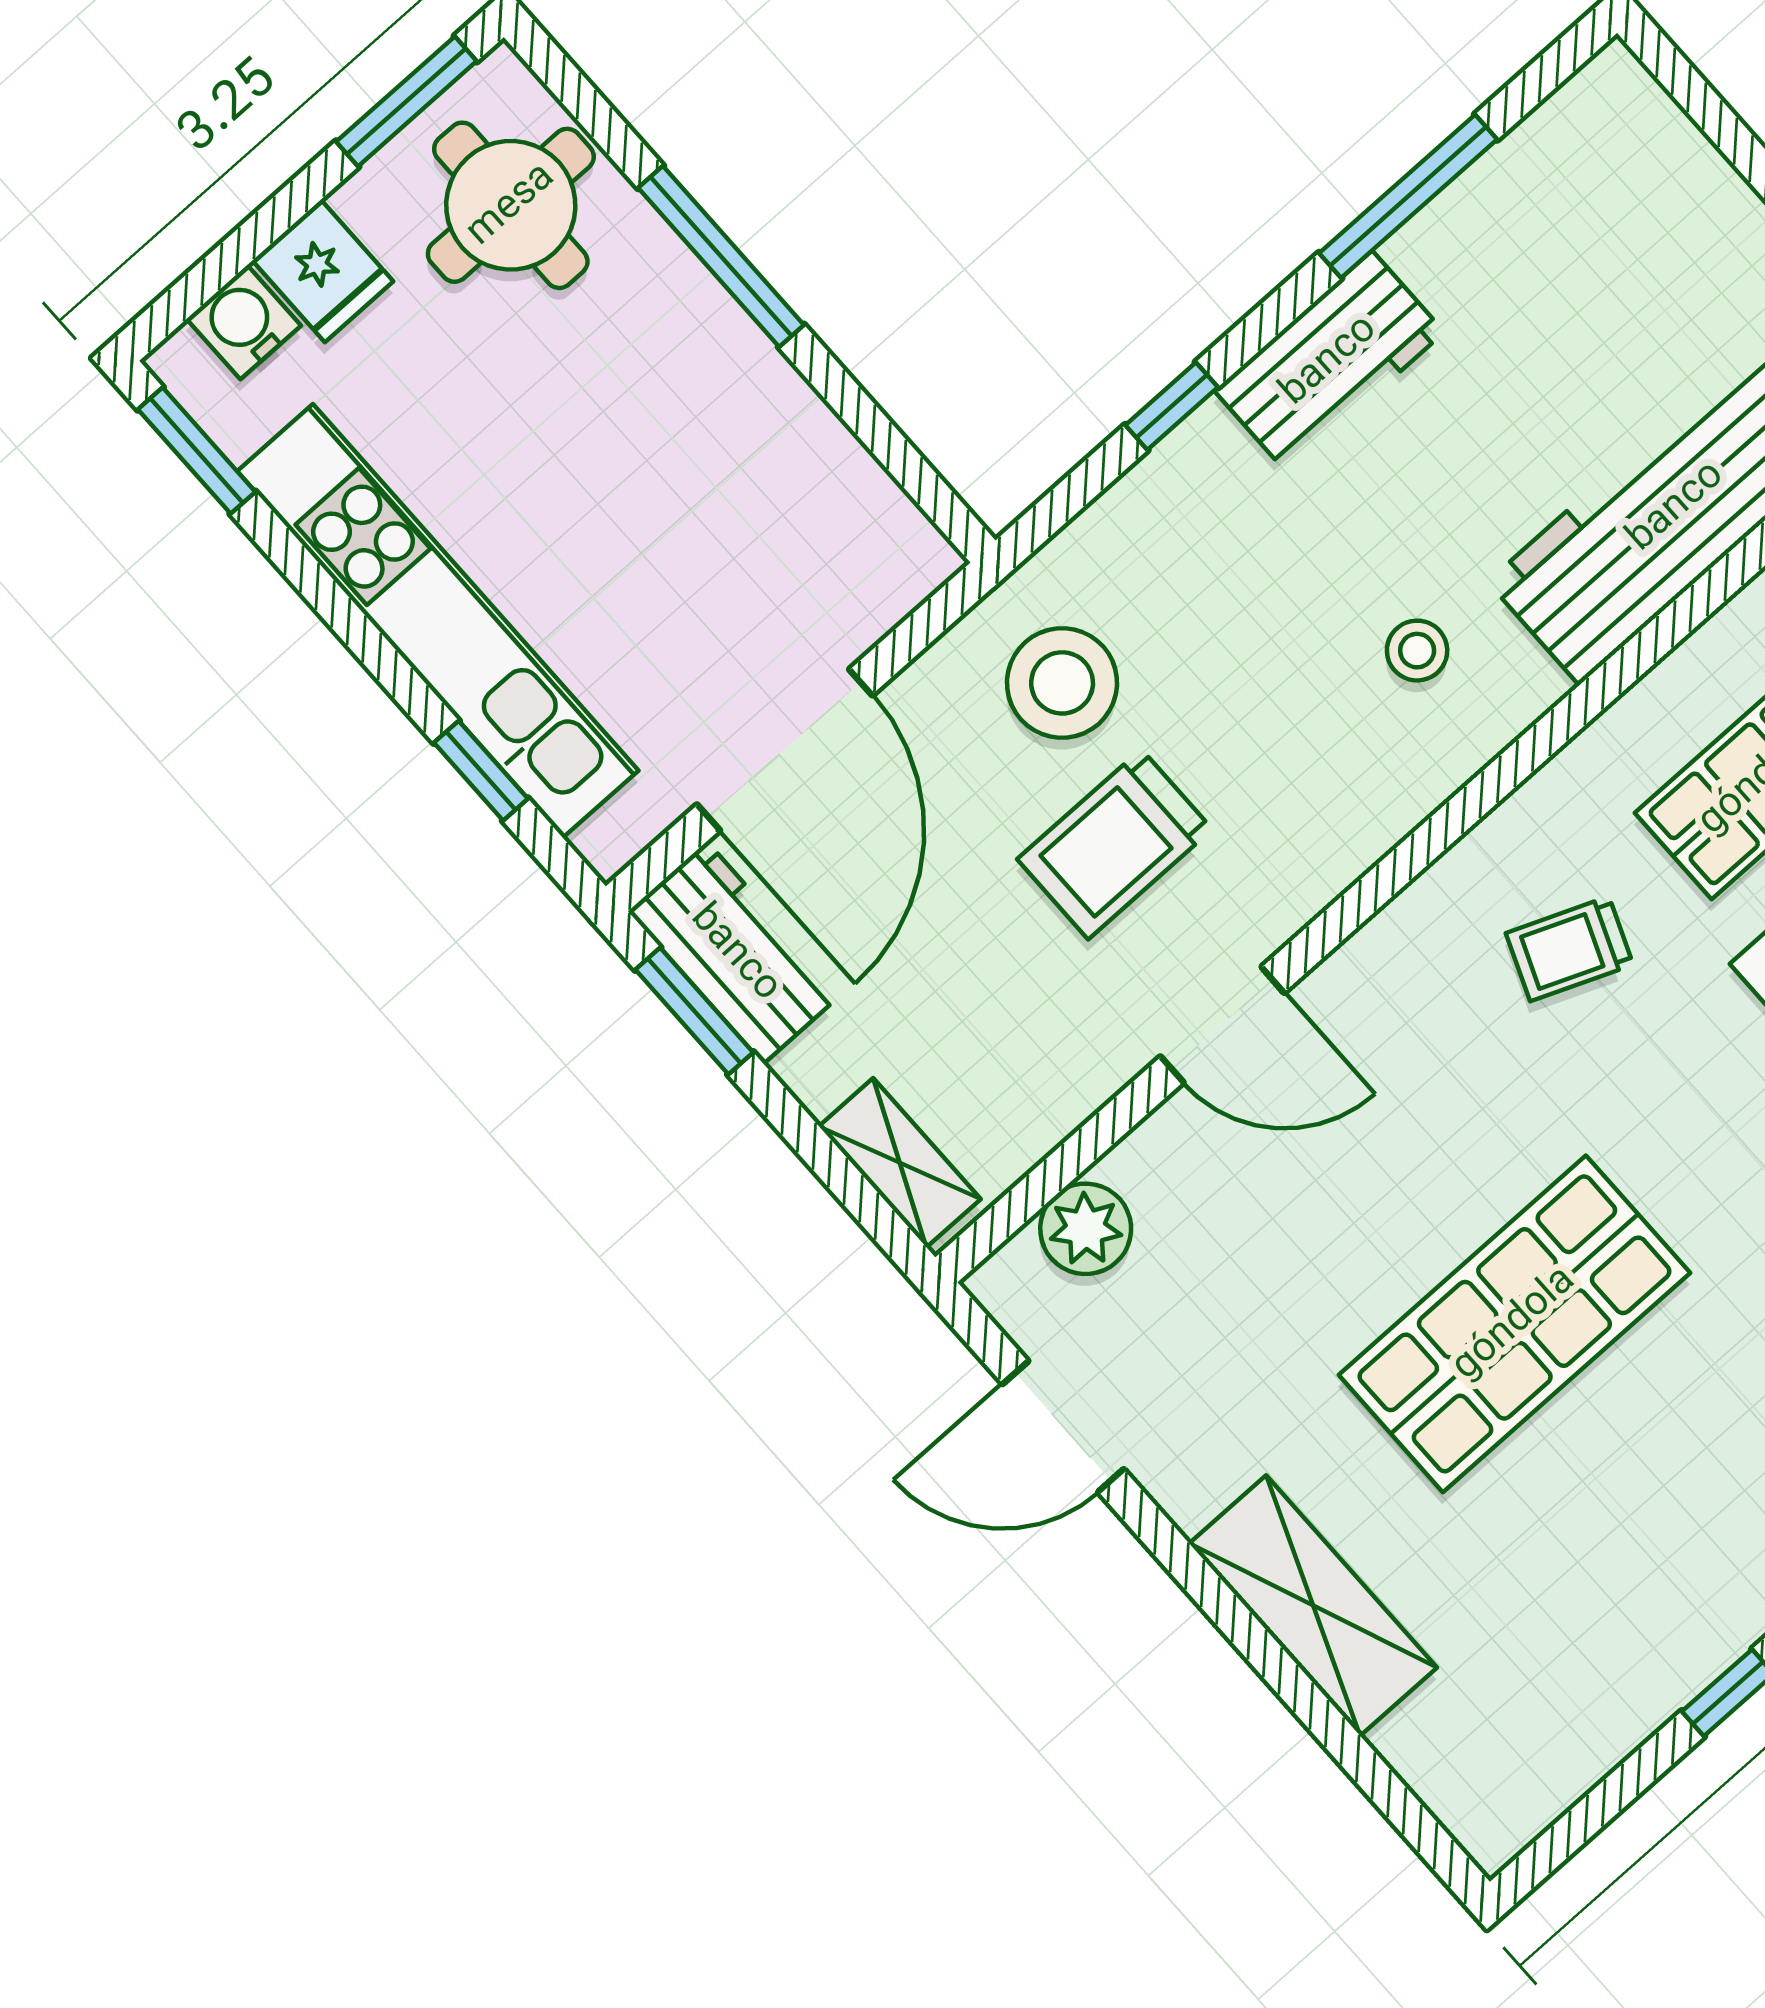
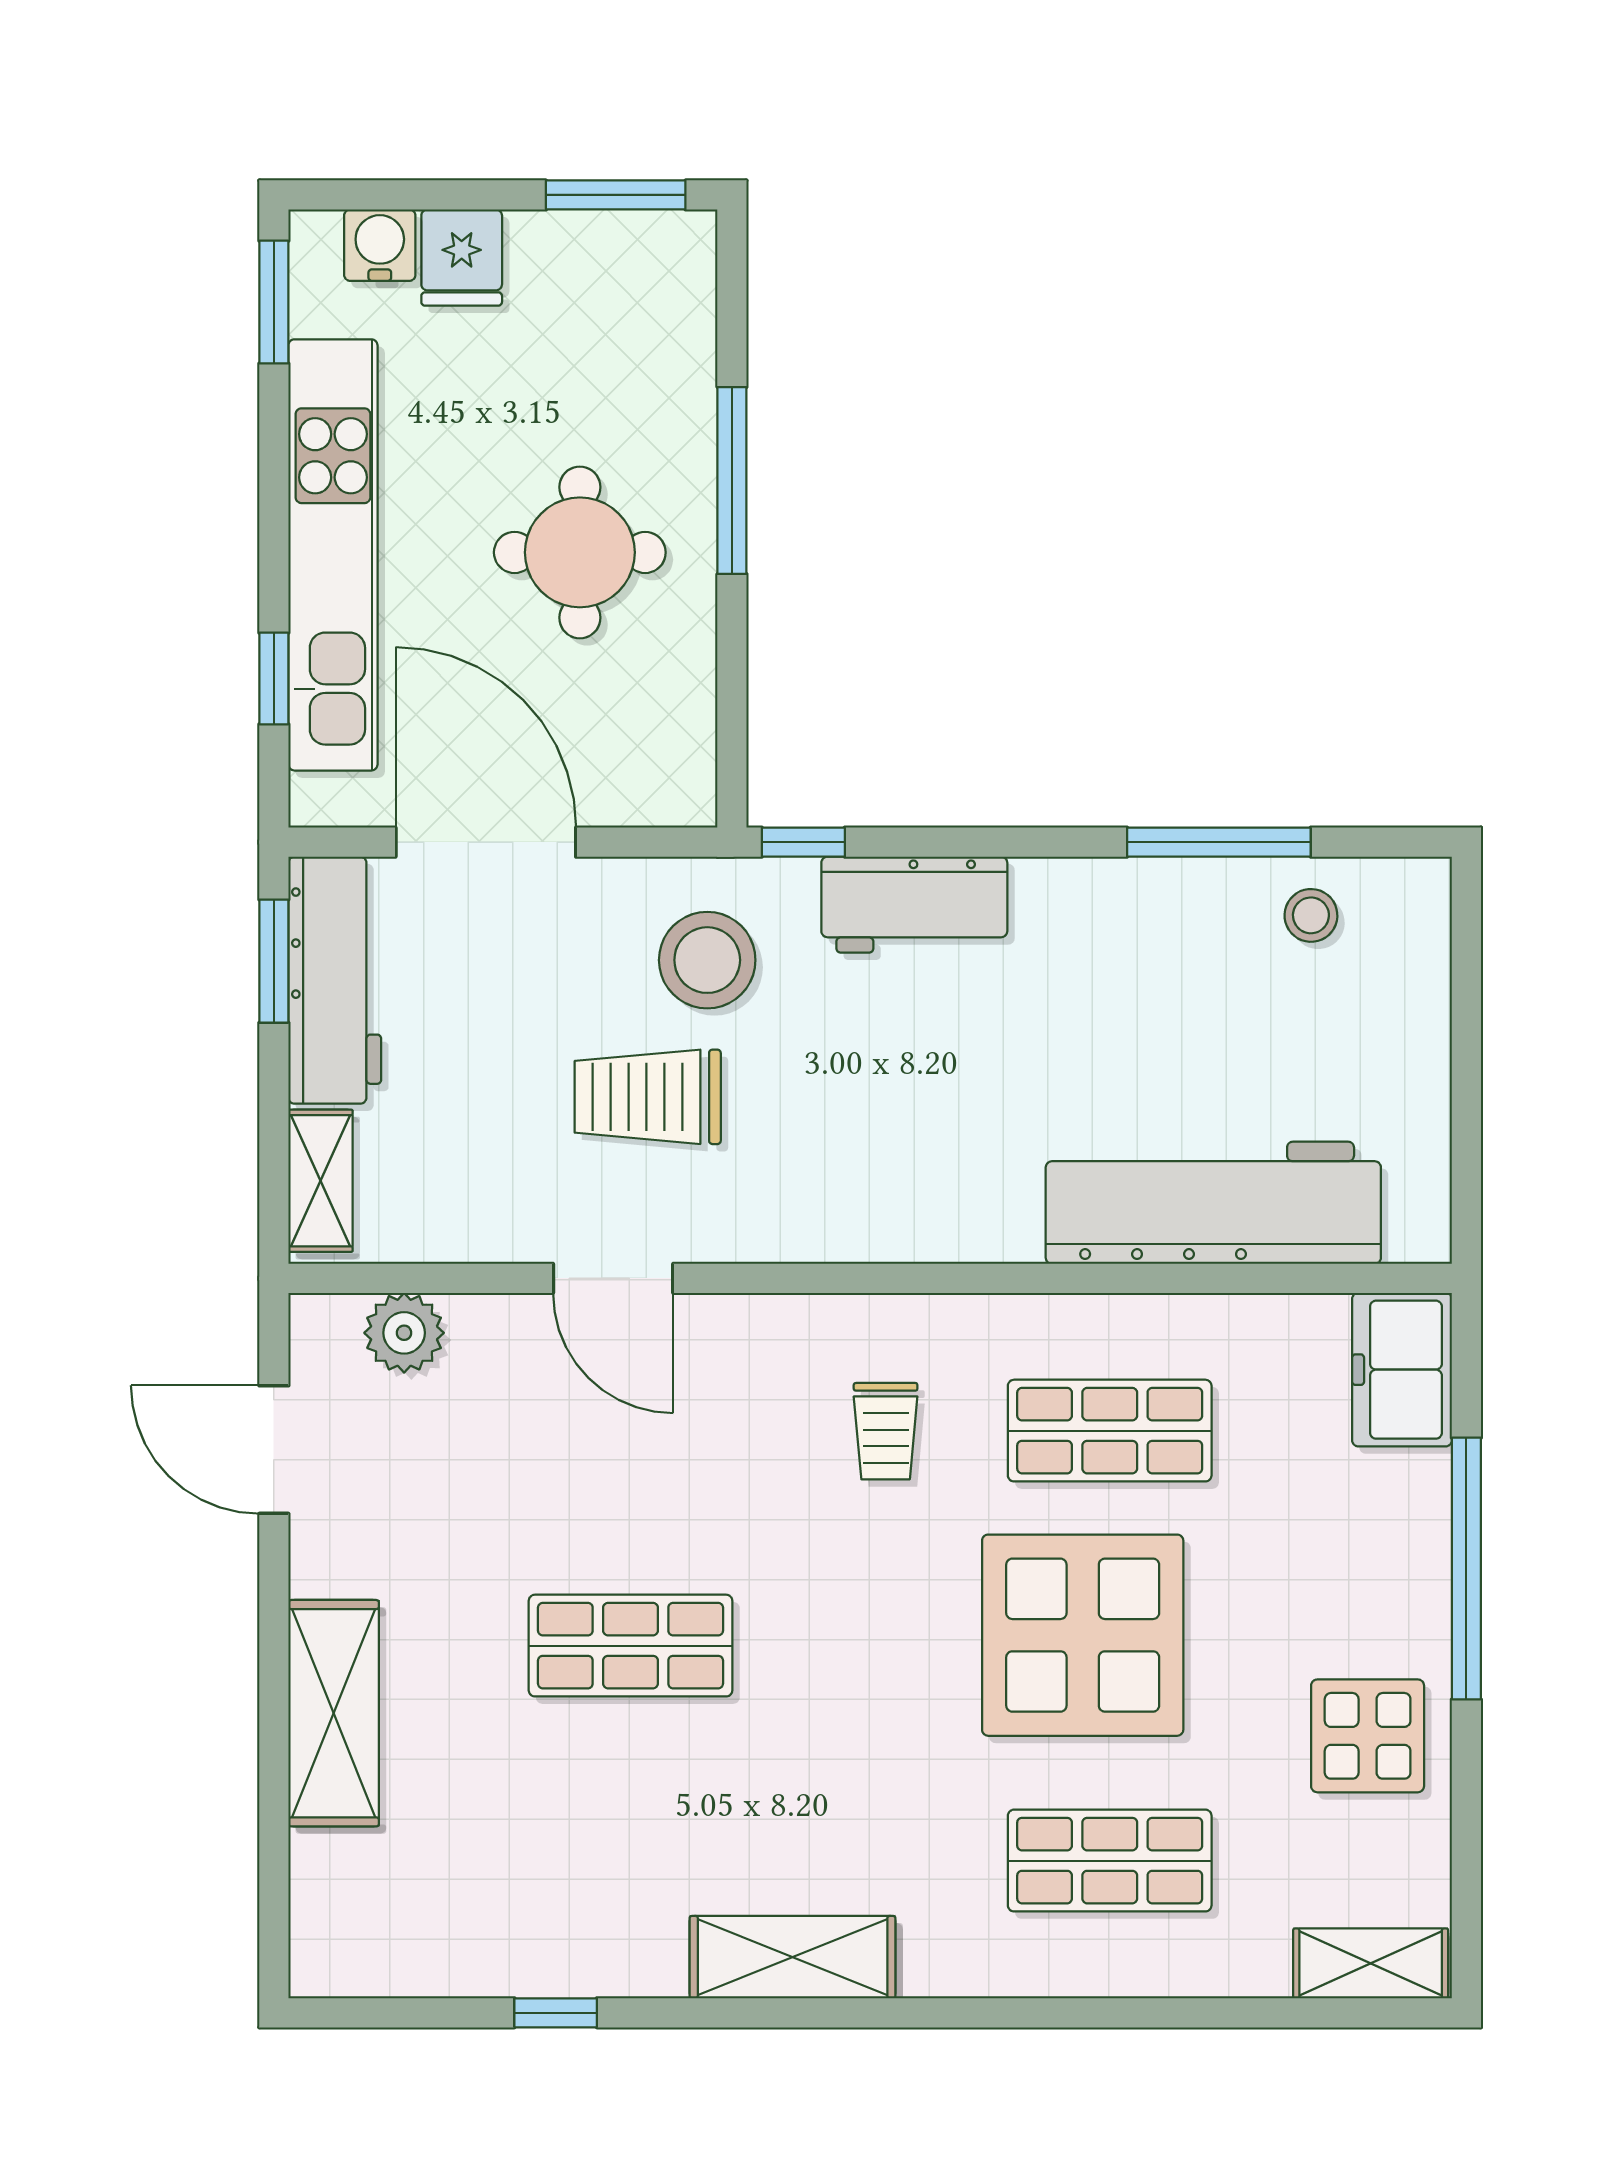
round table: (511, 205) -> (580, 552), moved
workbench: (1329, 361) -> (914, 905), moved
window: (1172, 406) -> (803, 842), moved
stool: (1417, 651) -> (1311, 915), moved
door: (785, 750) -> (486, 842), swing flipped
trolley: (1569, 949) -> (886, 1431), turned -112
workbench: (735, 953) -> (335, 980), width x1.37
shop shelf: (1514, 1324) -> (631, 1646), width x0.70, depth x0.74

